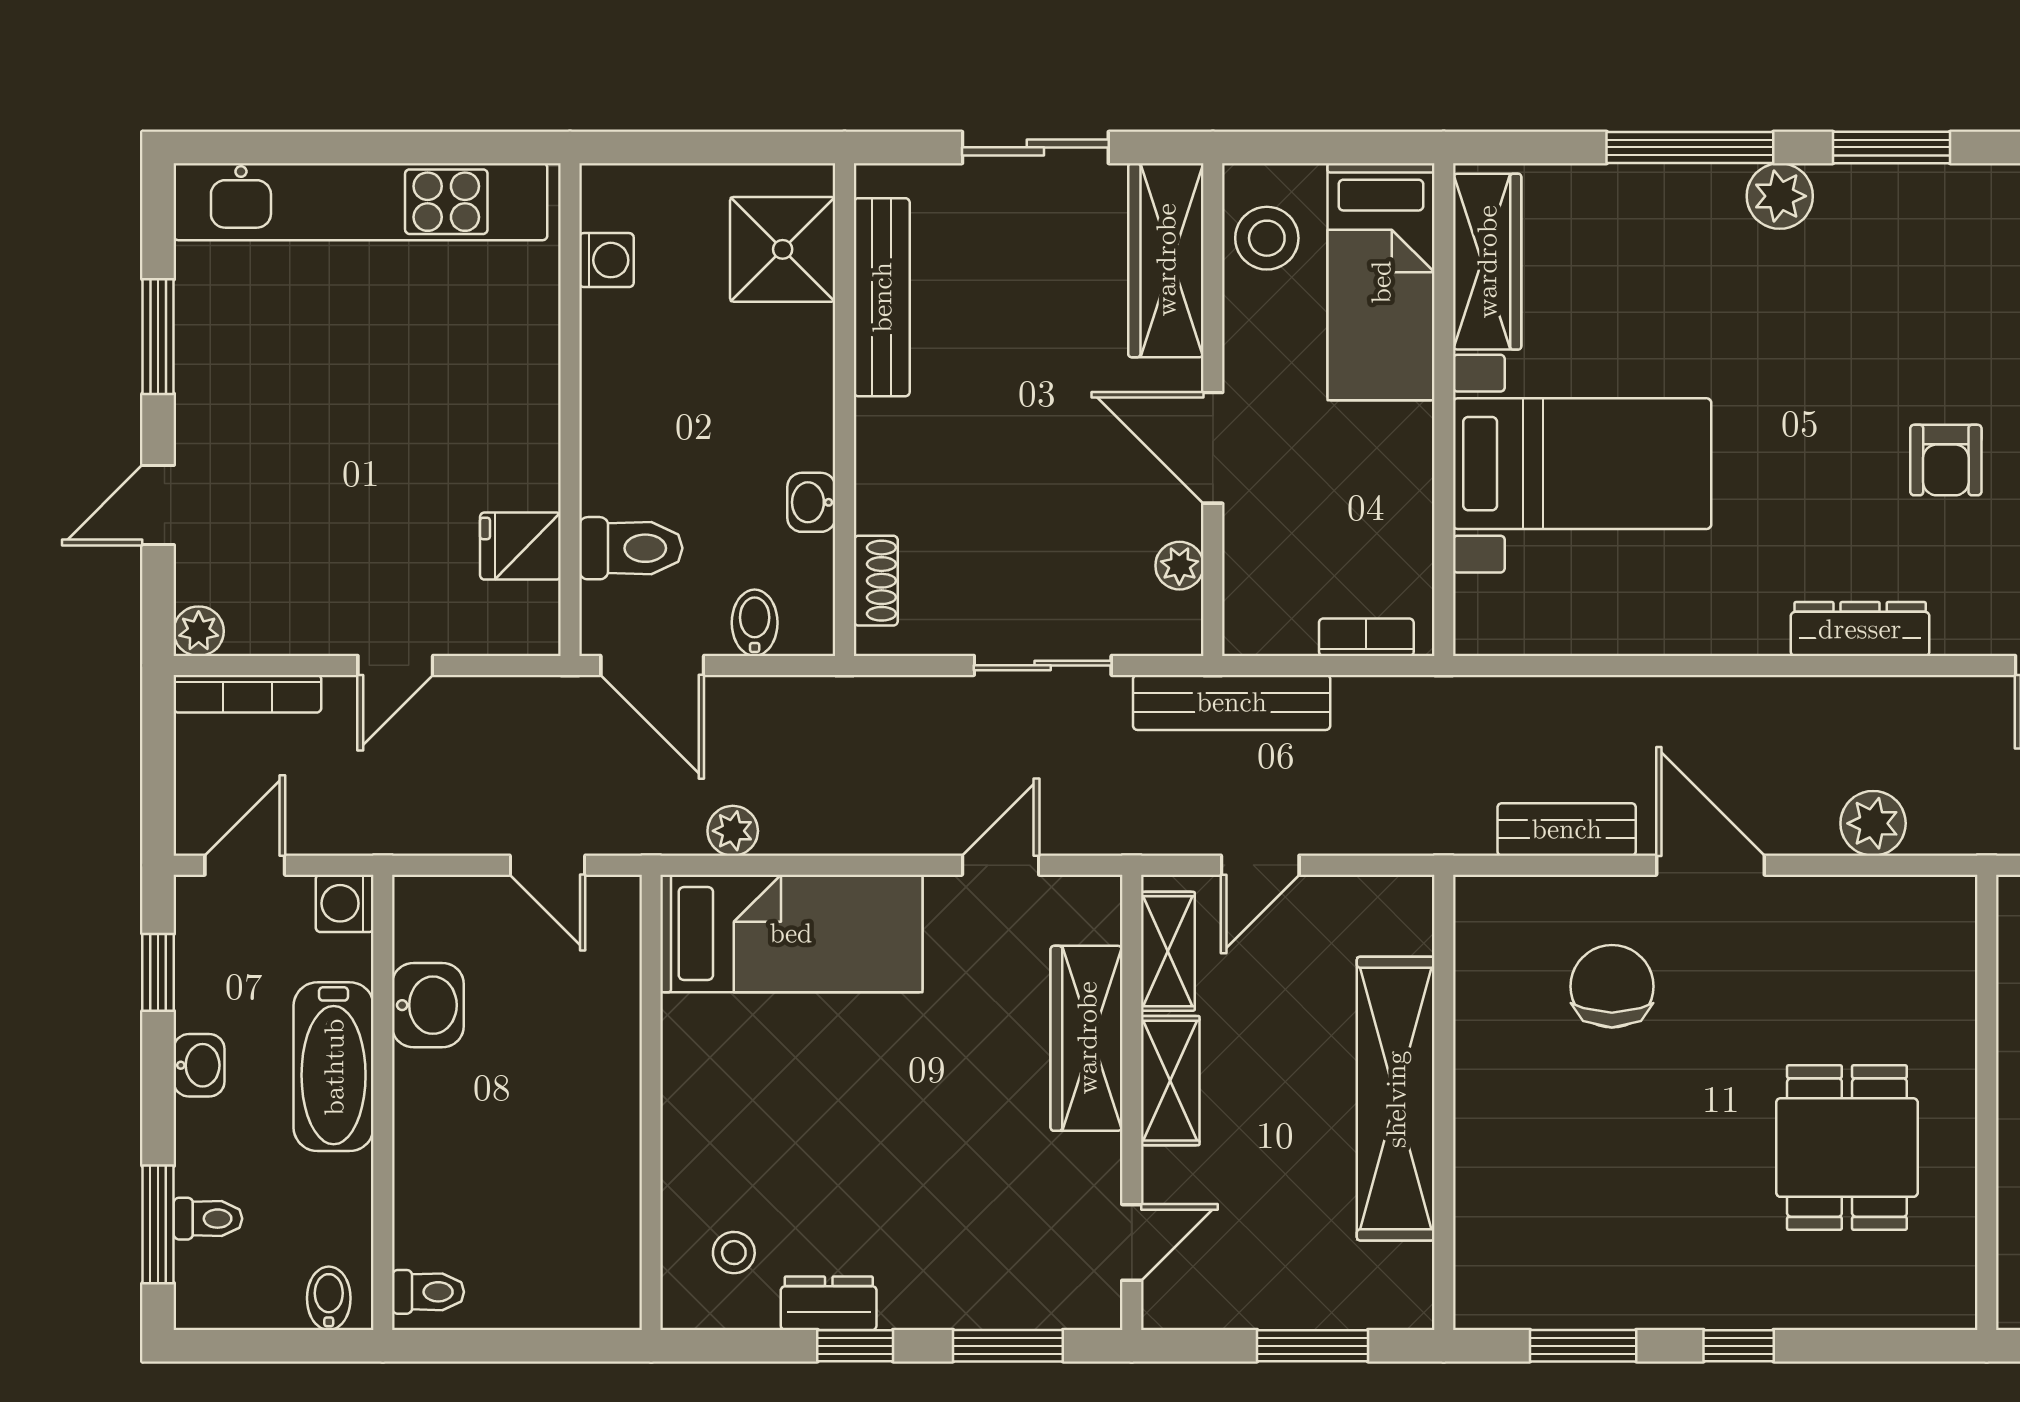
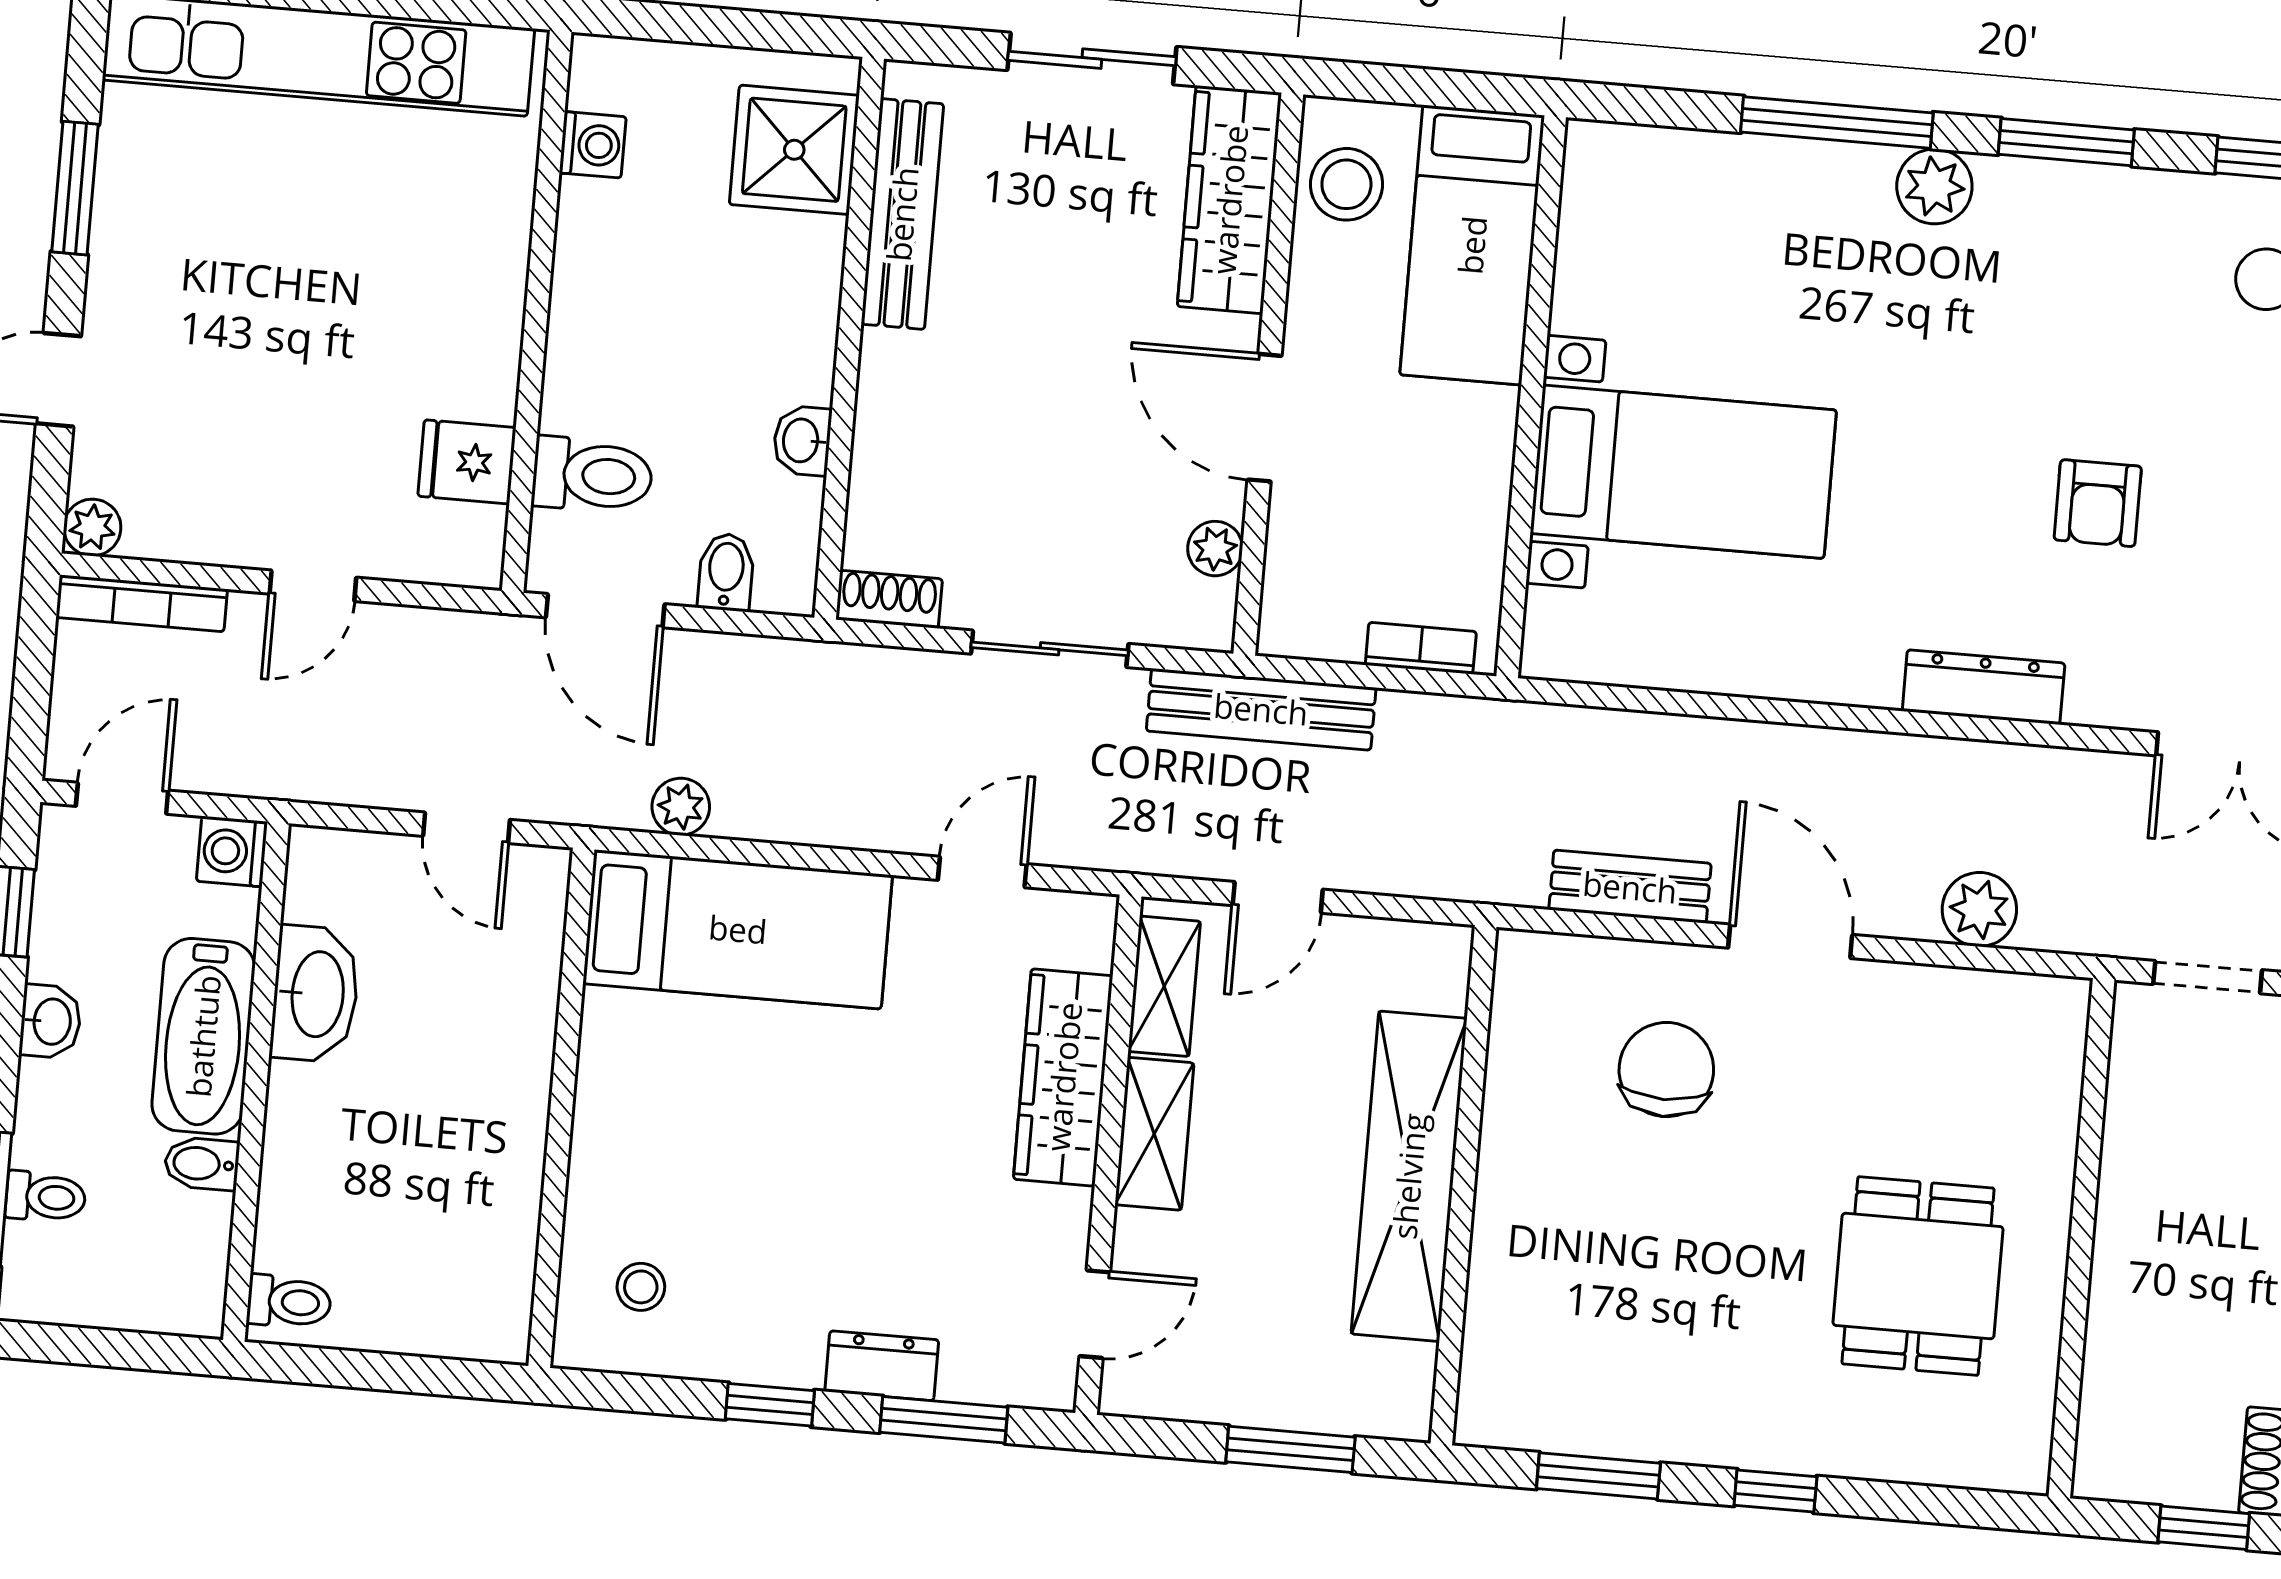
wardrobe: (1487, 262) -> (1595, 233), removed
shoe rack: (876, 581) -> (889, 599), moved, turned -90
washbasin: (428, 1005) -> (315, 994), width x1.38
bidet: (329, 1298) -> (202, 1164), moved, turned -90
dresser: (829, 1303) -> (882, 1366), moved

